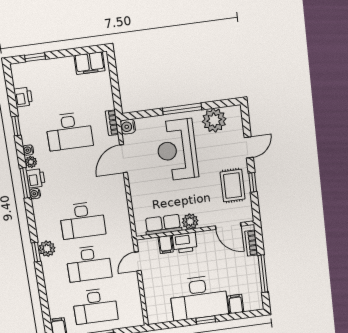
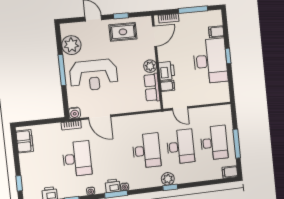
plant: (31, 162) -> (100, 189), removed

